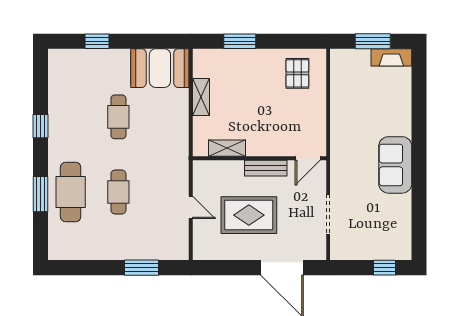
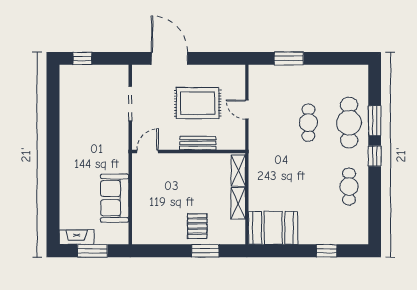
pallet: (297, 73) -> (197, 226), moved
cafe table: (118, 117) -> (349, 186), moved
window: (40, 126) -> (375, 156), moved
shelving: (227, 148) -> (238, 171), moved, turned 90
sofa: (395, 165) -> (115, 198), moved, turned 180
bench: (266, 168) -> (198, 143), moved

